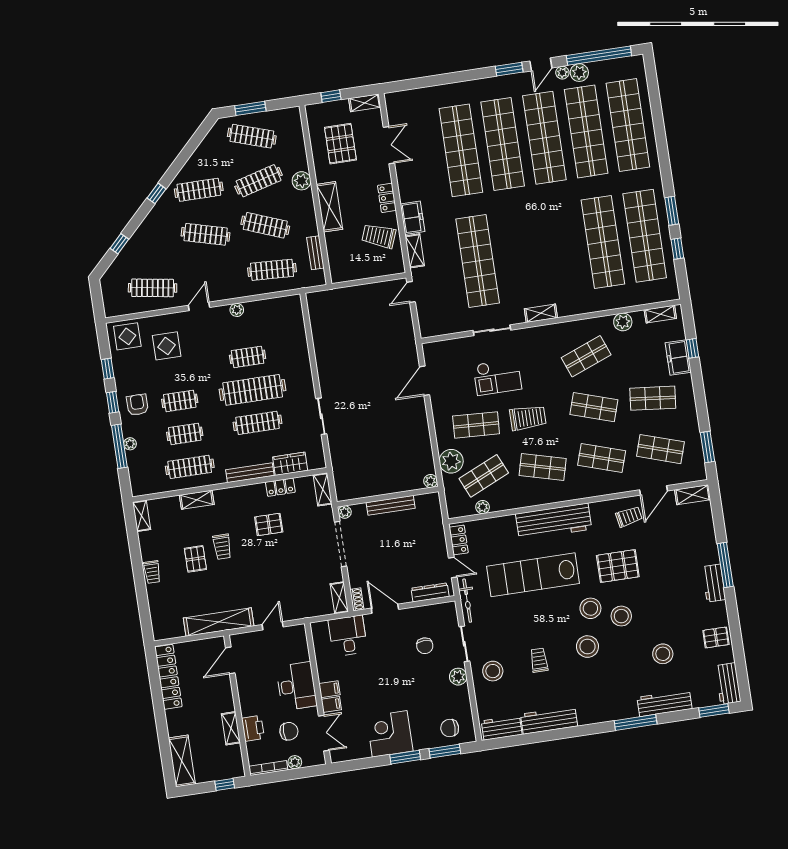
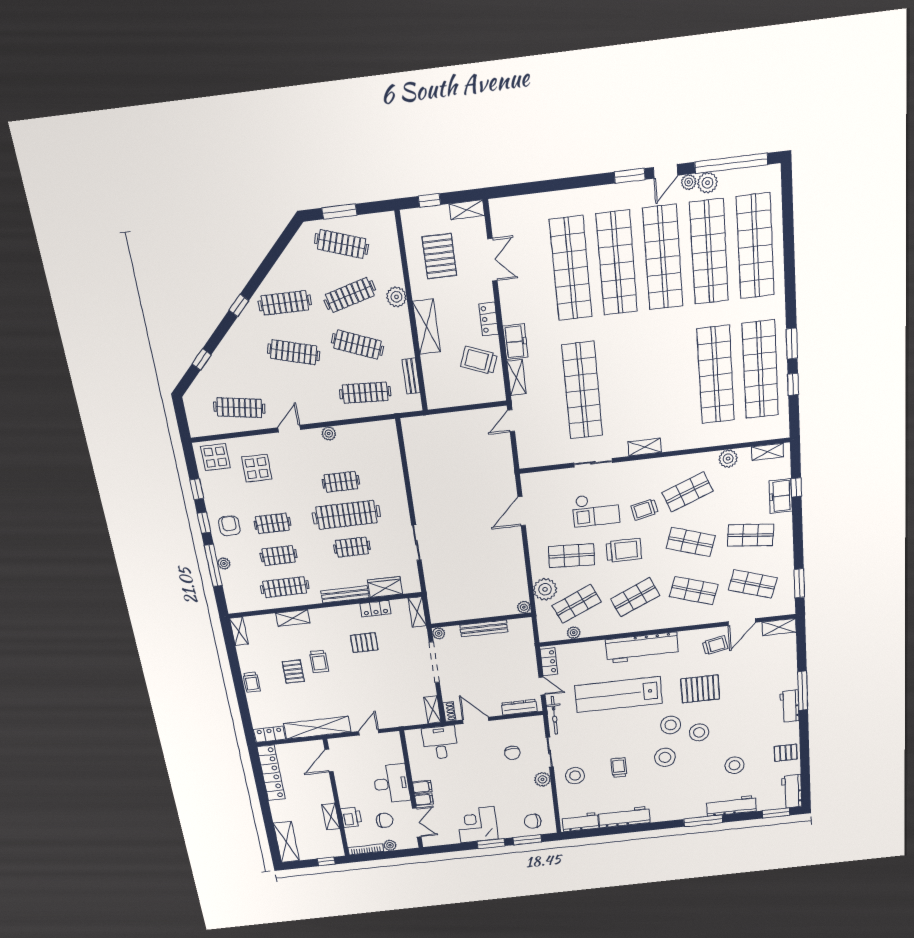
trolley: (545, 375) -> (644, 509), added
clothes rail: (258, 423) -> (352, 547), width x0.73
shop shelf: (543, 467) -> (635, 597), turned -39
locker: (168, 631) -> (270, 734), added

